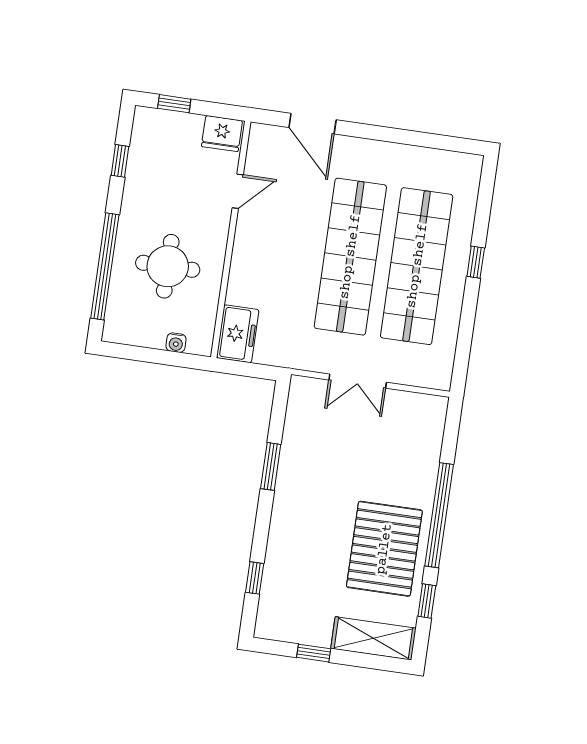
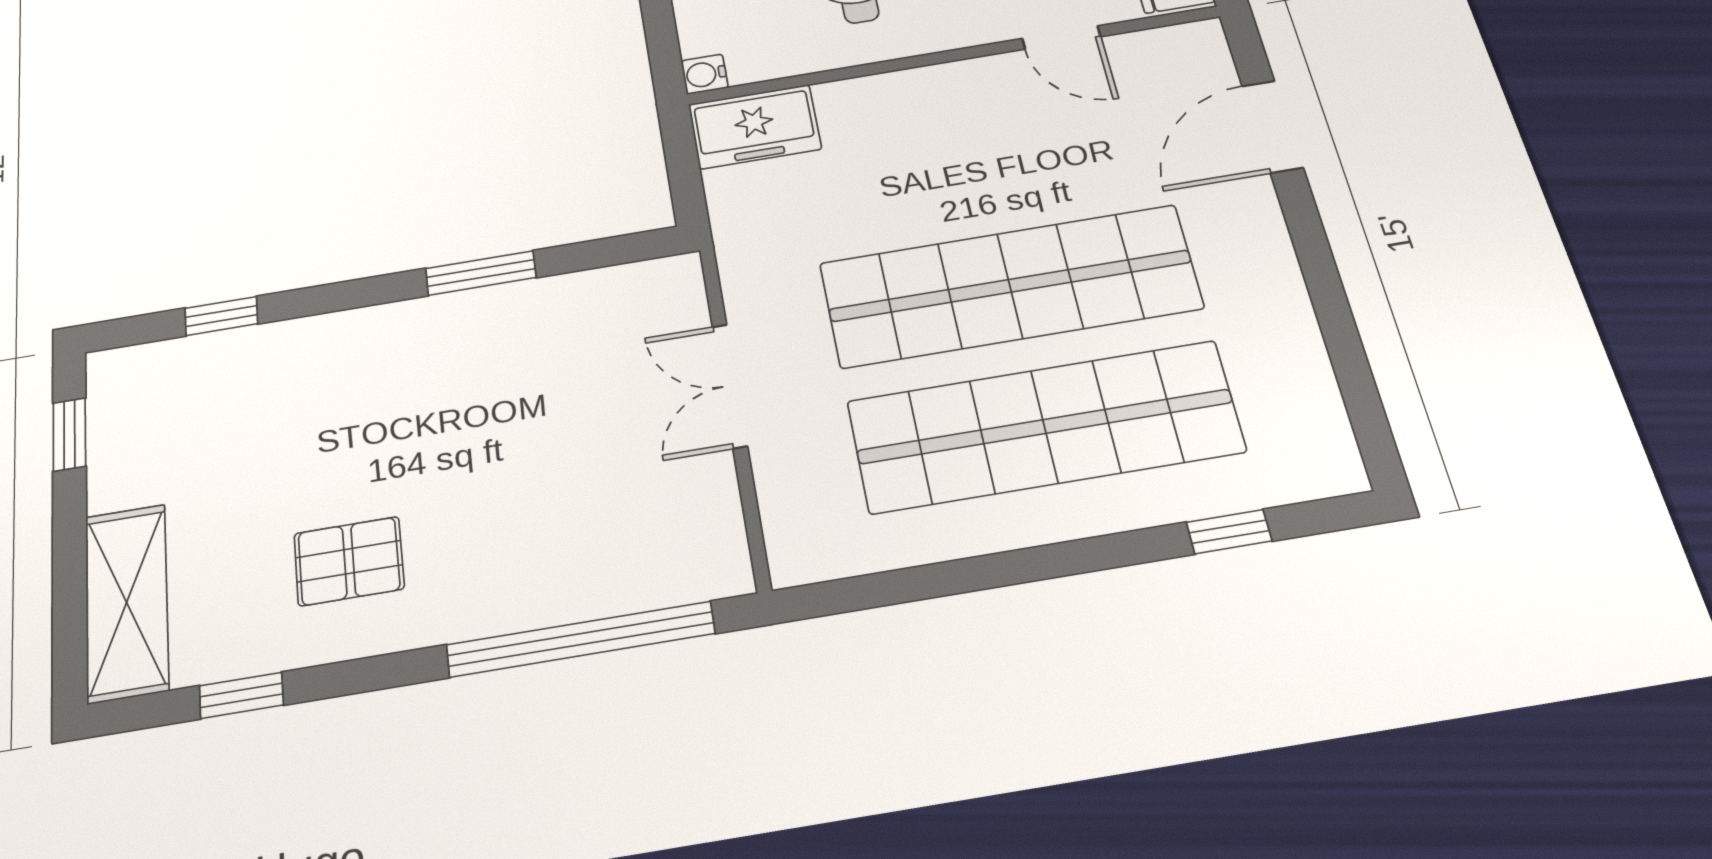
window: (476, 262) -> (1229, 532), moved
water cooler: (176, 343) -> (705, 74), moved
window: (439, 515) -> (580, 639), moved
pallet: (384, 549) -> (349, 561), width x0.49, depth x0.50
window: (314, 653) -> (69, 435), moved

